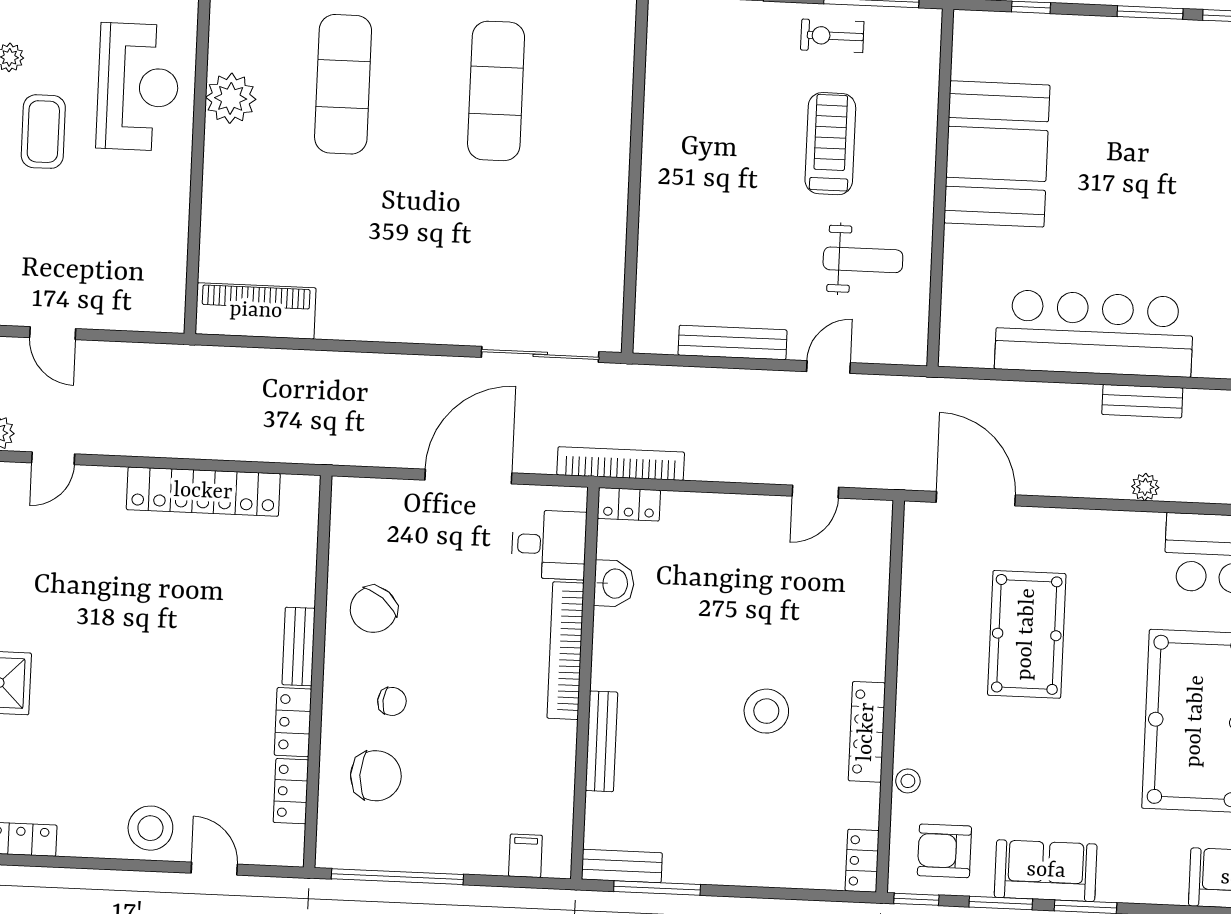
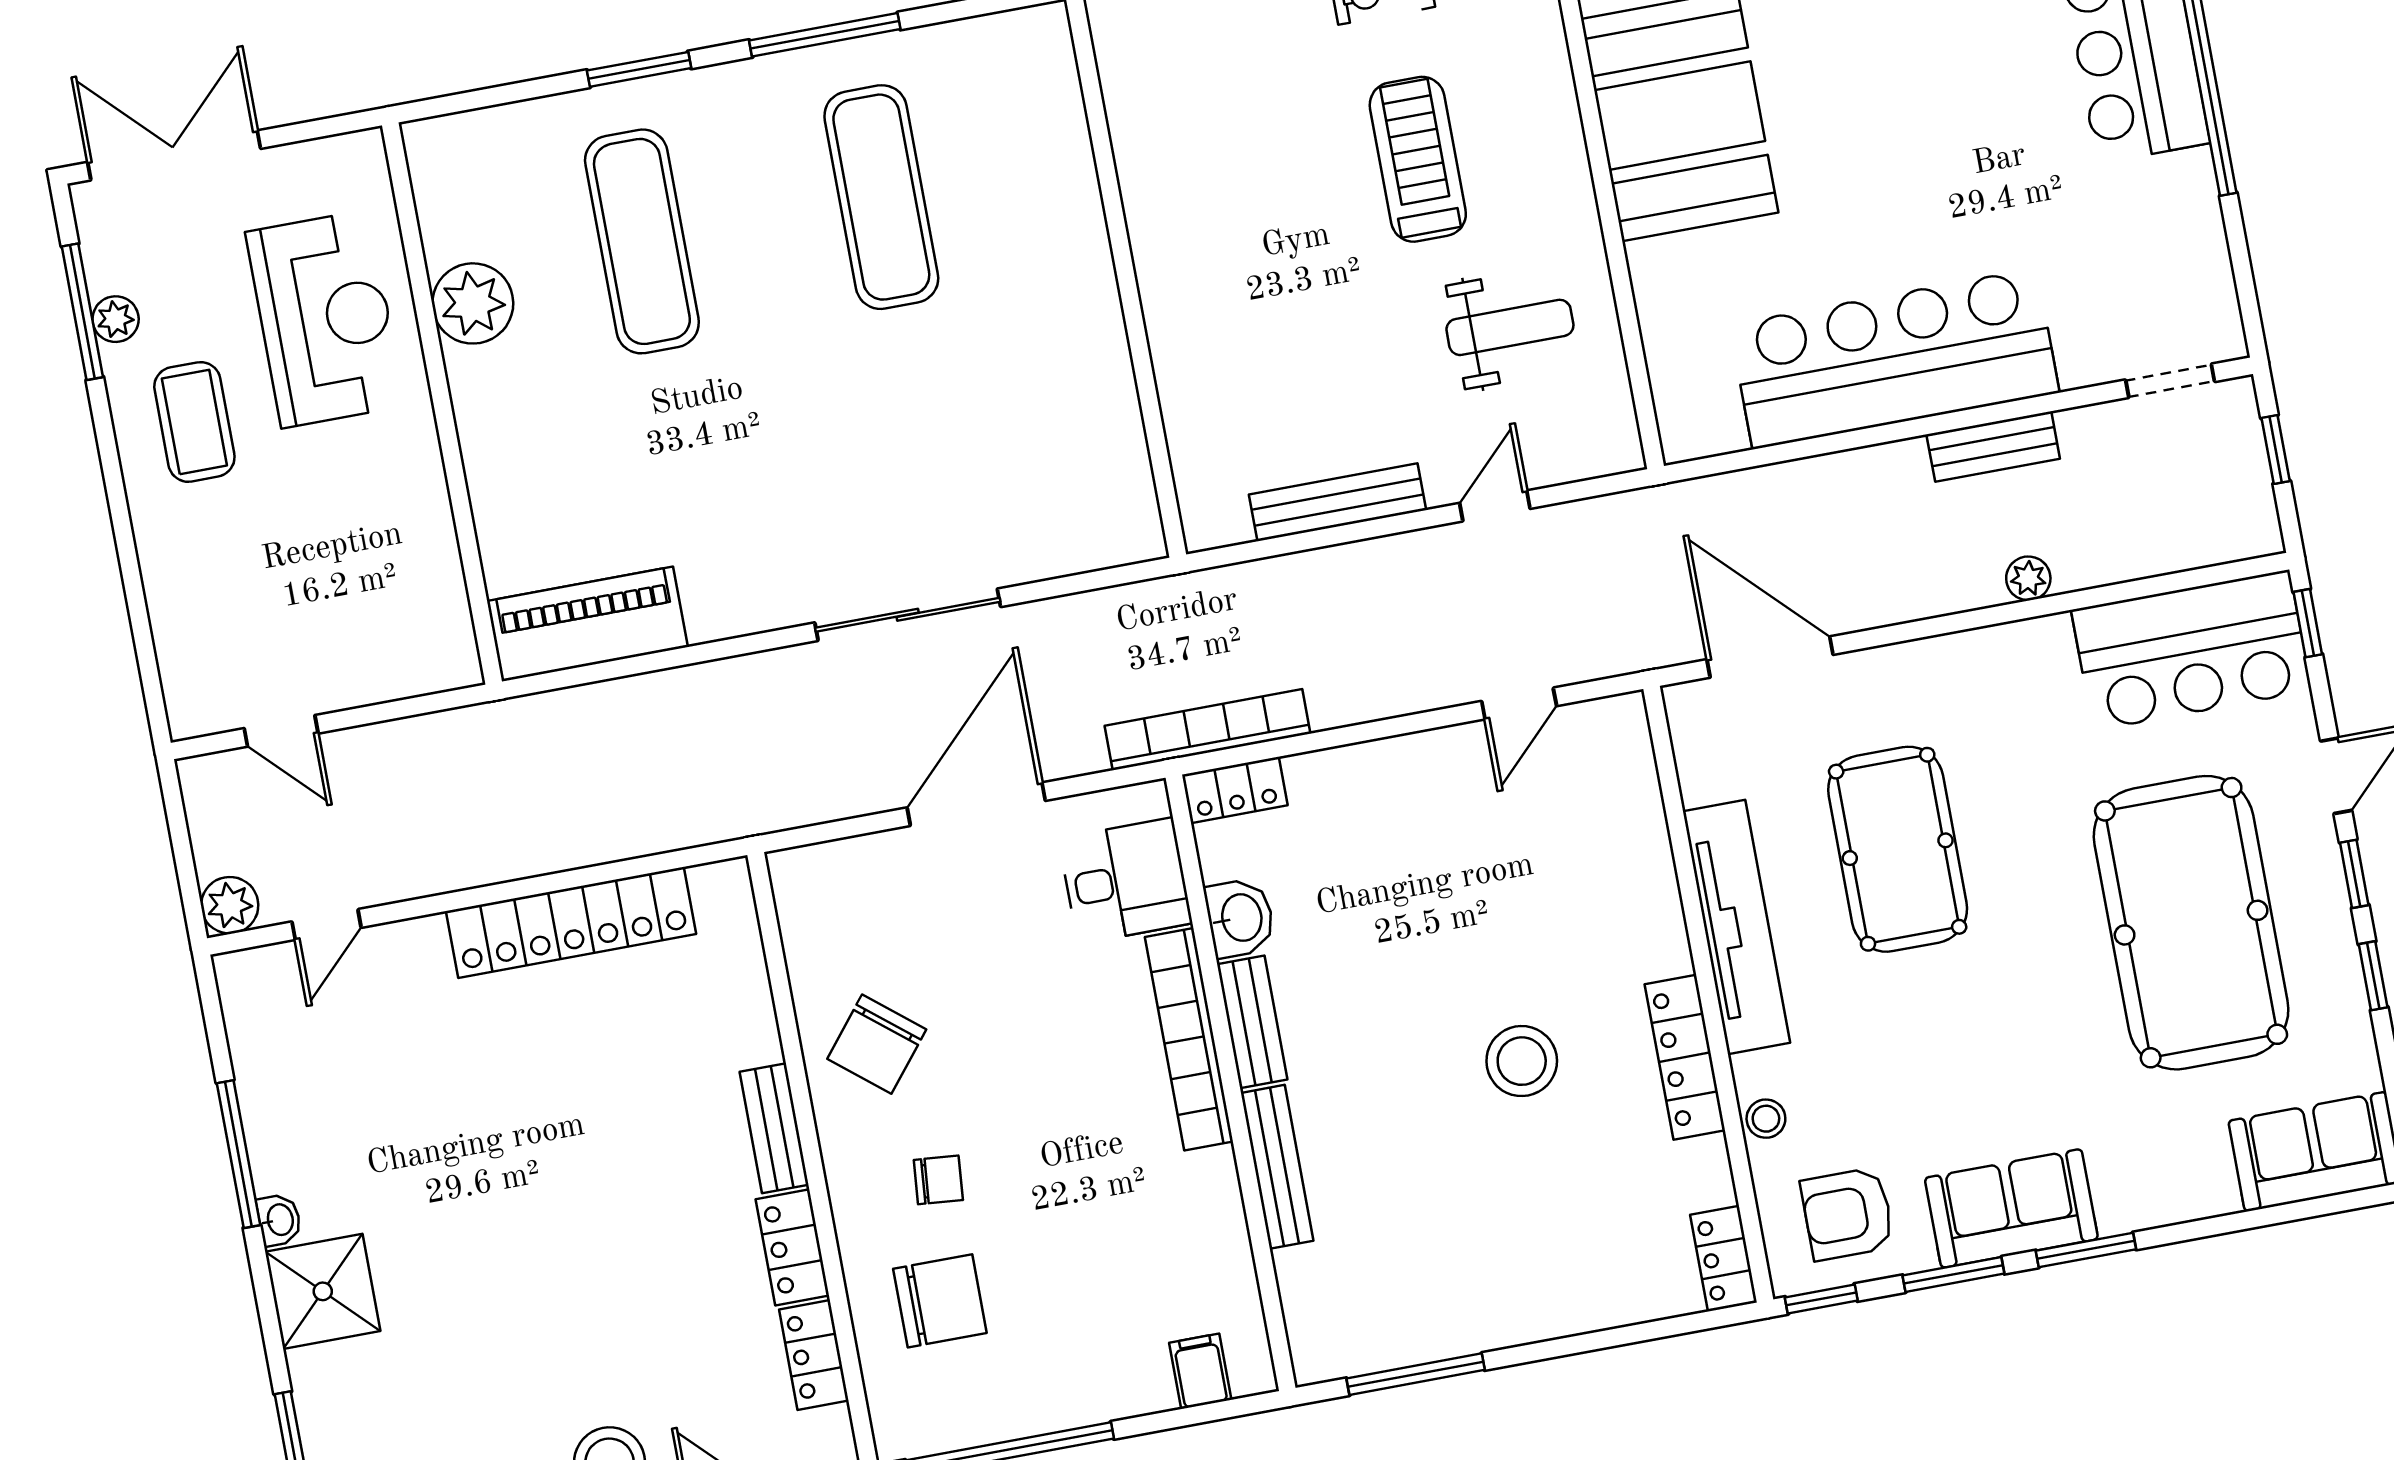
sliding door: (540, 354) -> (908, 615), moved
tv unit: (917, 659) -> (1736, 927), added
bench: (622, 866) -> (1252, 1022), moved, turned 90

